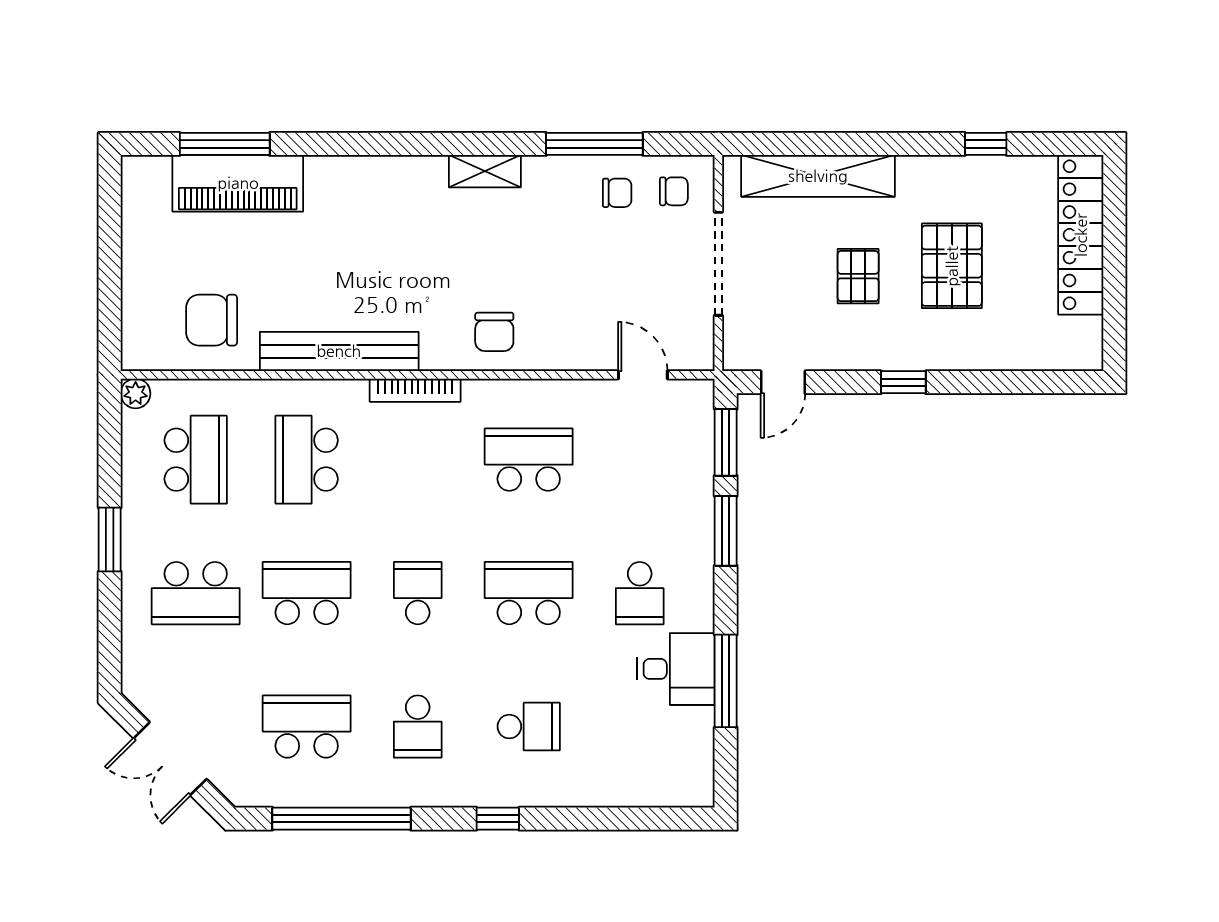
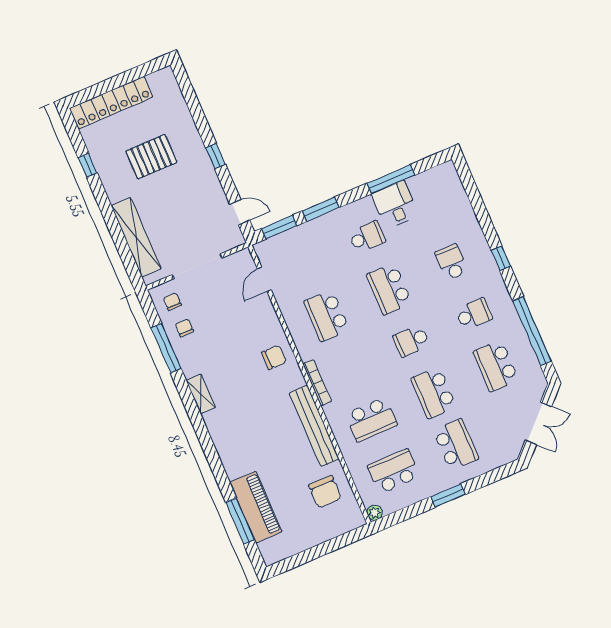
pallet: (858, 276) -> (175, 198), removed

